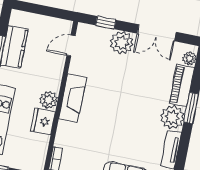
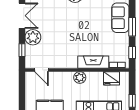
fireplace: (73, 98) -> (93, 62), moved
fridge: (43, 121) -> (111, 78), moved

